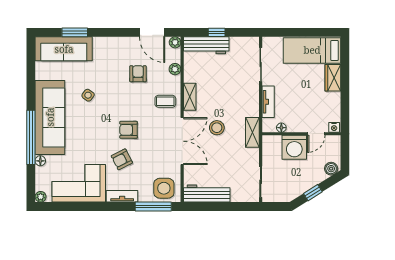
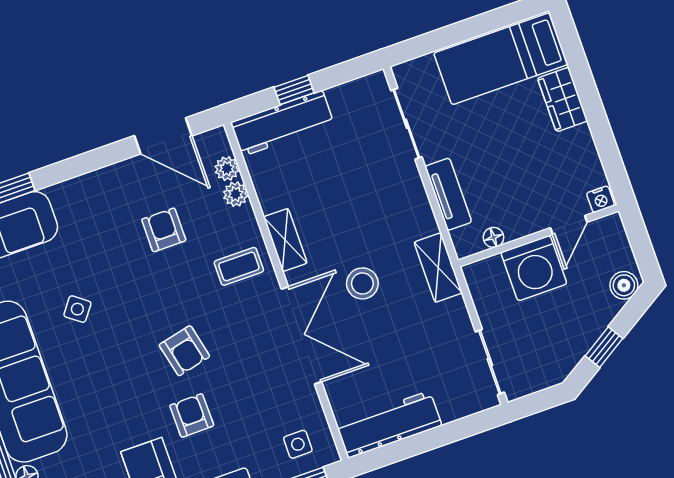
plant: (175, 42) -> (227, 169), moved
armchair: (129, 130) -> (184, 351), turned -103
armchair: (122, 159) -> (192, 415), turned 116
side table: (164, 188) -> (298, 444), width x0.54, depth x0.54

